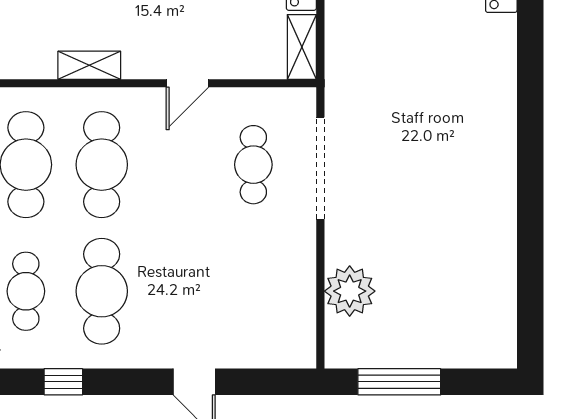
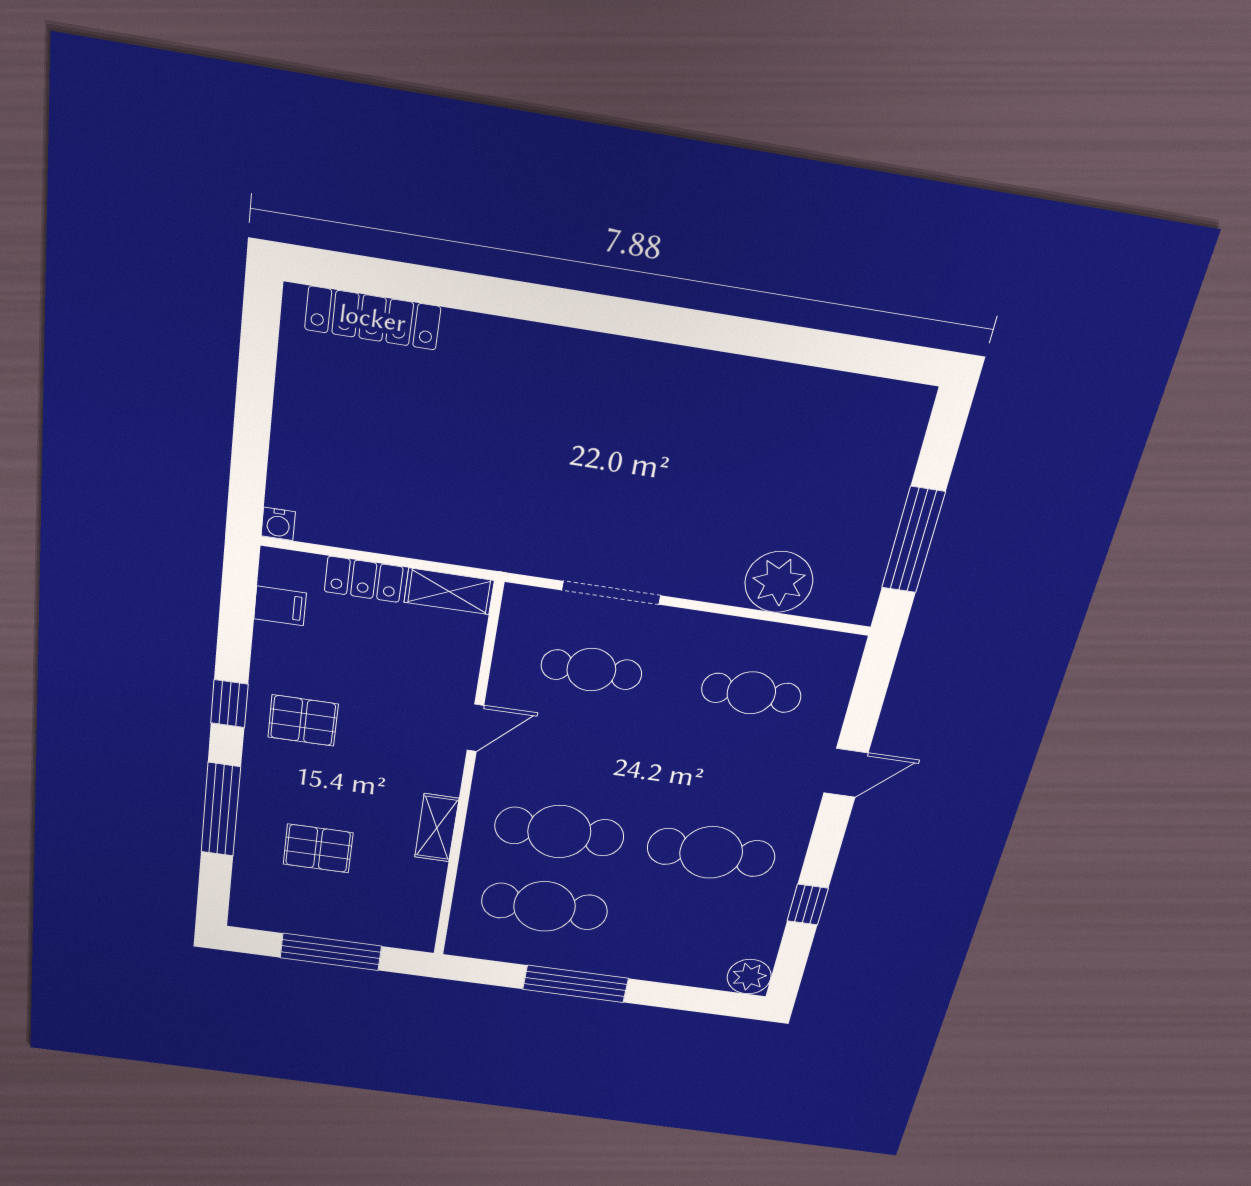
door: (187, 83) -> (475, 728), hinge flipped
doorway: (320, 168) -> (611, 593), width x0.73
cafe table: (26, 291) -> (751, 693), moved

